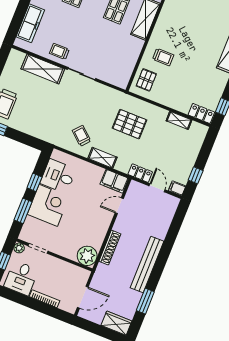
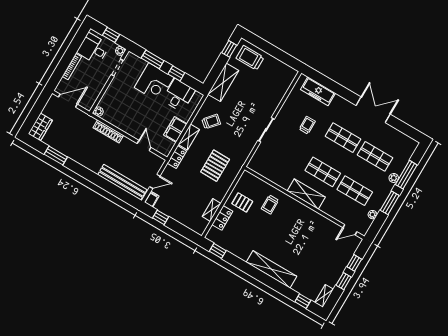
trolley: (59, 51) -> (307, 125), moved
shelving: (43, 69) -> (223, 82), moved
pallet: (146, 80) -> (242, 202), moved
locker: (201, 113) -> (222, 218), moved
locker: (140, 173) -> (177, 157), moved
filing cabinet: (114, 181) -> (175, 129), moved
plant: (87, 256) -> (98, 112), width x0.53, depth x0.53
bench: (147, 264) -> (122, 182), moved
door: (83, 297) -> (68, 101), swing flipped

